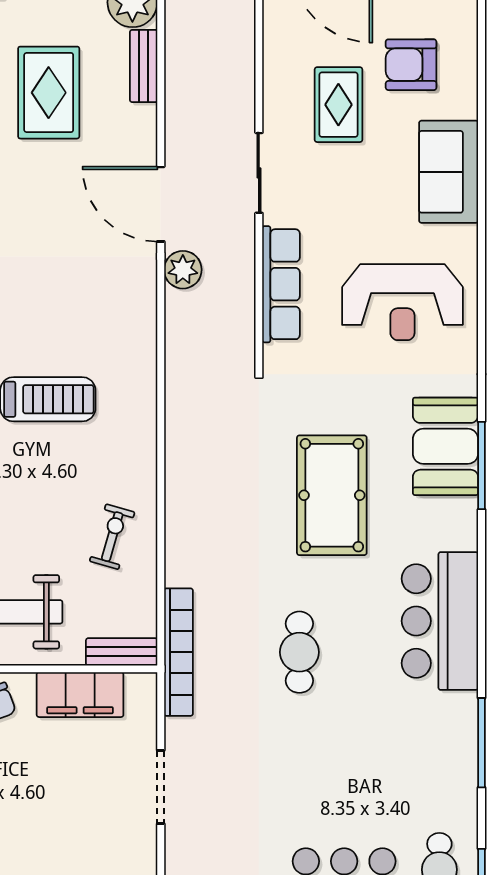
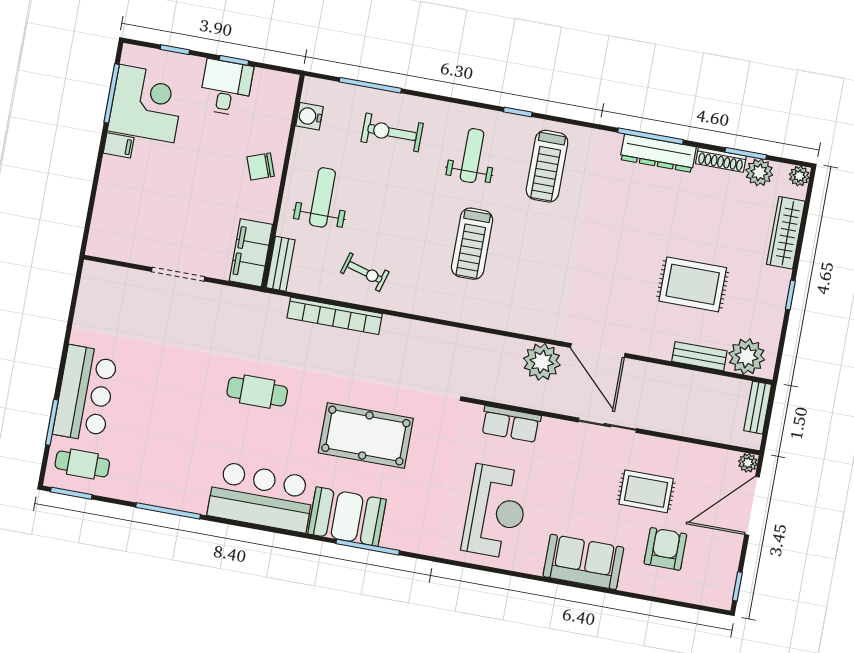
door: (161, 204) -> (598, 350), swing flipped
plant: (183, 270) -> (542, 362), width x1.36, depth x1.36
row of seats: (281, 284) -> (511, 424), width x0.68
reception desk: (402, 302) -> (496, 512), turned 180
booth: (445, 446) -> (347, 517), moved
bookcase: (178, 652) -> (335, 316), moved
filing cabinet: (80, 695) -> (251, 253), moved

